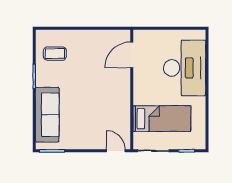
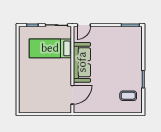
desk: (185, 68) -> (34, 85), removed
sofa: (47, 115) -> (82, 62), moved, turned 180
door: (116, 151) -> (84, 25), hinge flipped

